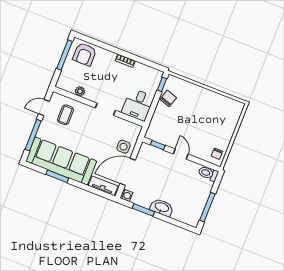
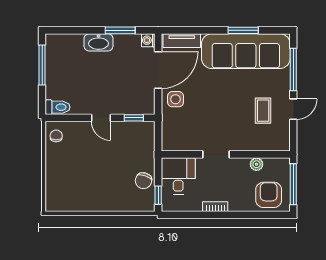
plant: (80, 91) -> (256, 164), moved
desk: (138, 105) -> (178, 176), moved
wall: (99, 107) -> (226, 154), moved
doorway: (105, 109) -> (216, 154), moved

